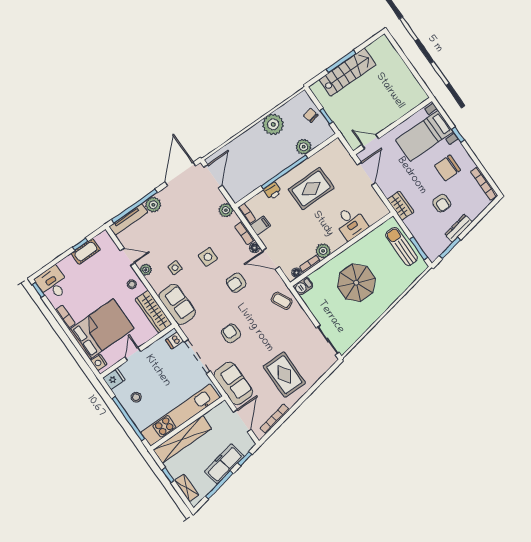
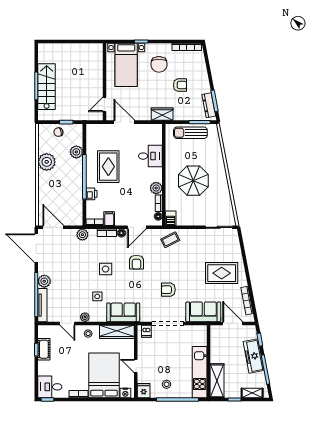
dresser: (459, 228) -> (209, 105), moved
door: (127, 257) -> (67, 323), swing flipped
kitchen unit: (180, 415) -> (200, 372), width x0.73
shelving: (182, 439) -> (217, 381), width x0.68

